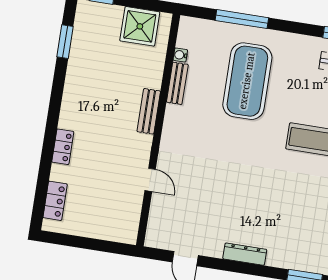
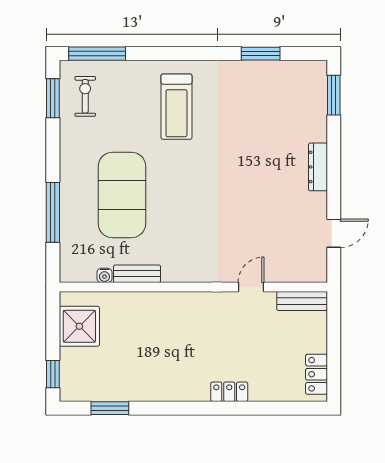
exercise mat: (247, 81) -> (122, 195), turned 90
bench: (149, 111) -> (302, 301), moved
locker: (55, 201) -> (316, 374), moved, turned -90

